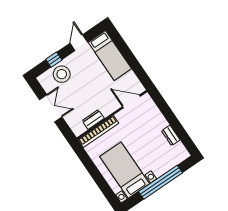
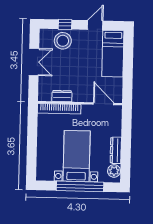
dresser: (171, 135) -> (116, 150), width x1.44
plant: (179, 150) -> (114, 171), added
bed with nightstands: (125, 170) -> (77, 156), moved

